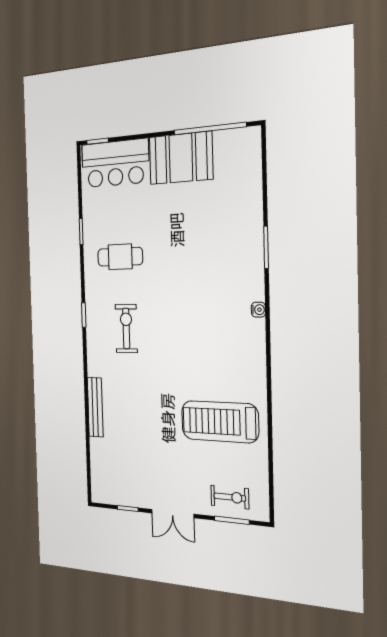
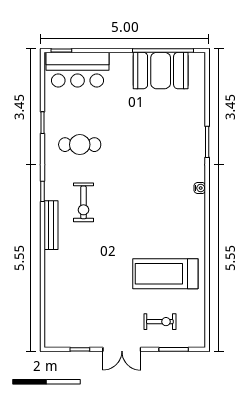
booth: (181, 158) -> (161, 71), moved
exercise bike: (126, 328) -> (84, 202), turned 180
bench: (95, 407) -> (51, 225), moved
exercise bike: (230, 497) -> (160, 322), moved

